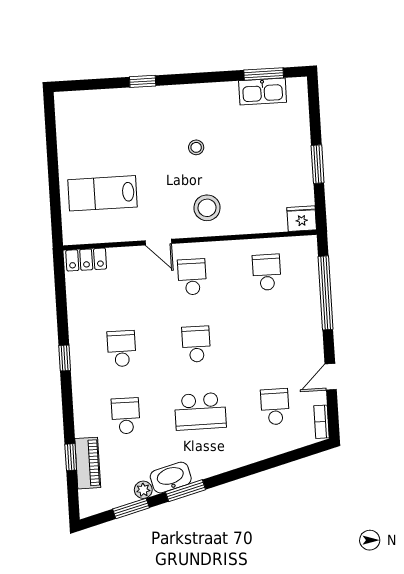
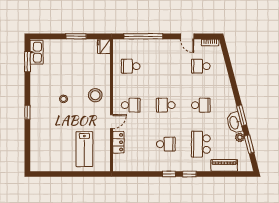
window: (143, 81) -> (27, 112), moved
kitchen sink: (263, 91) -> (37, 52), moved
locker: (86, 260) -> (118, 142), moved
school desk: (192, 277) -> (131, 105), turned 180
school desk: (122, 349) -> (166, 144), turned 180
school desk: (200, 411) -> (201, 105), width x0.54
school desk: (126, 416) -> (201, 144), width x1.85
window: (71, 457) -> (189, 174), moved

